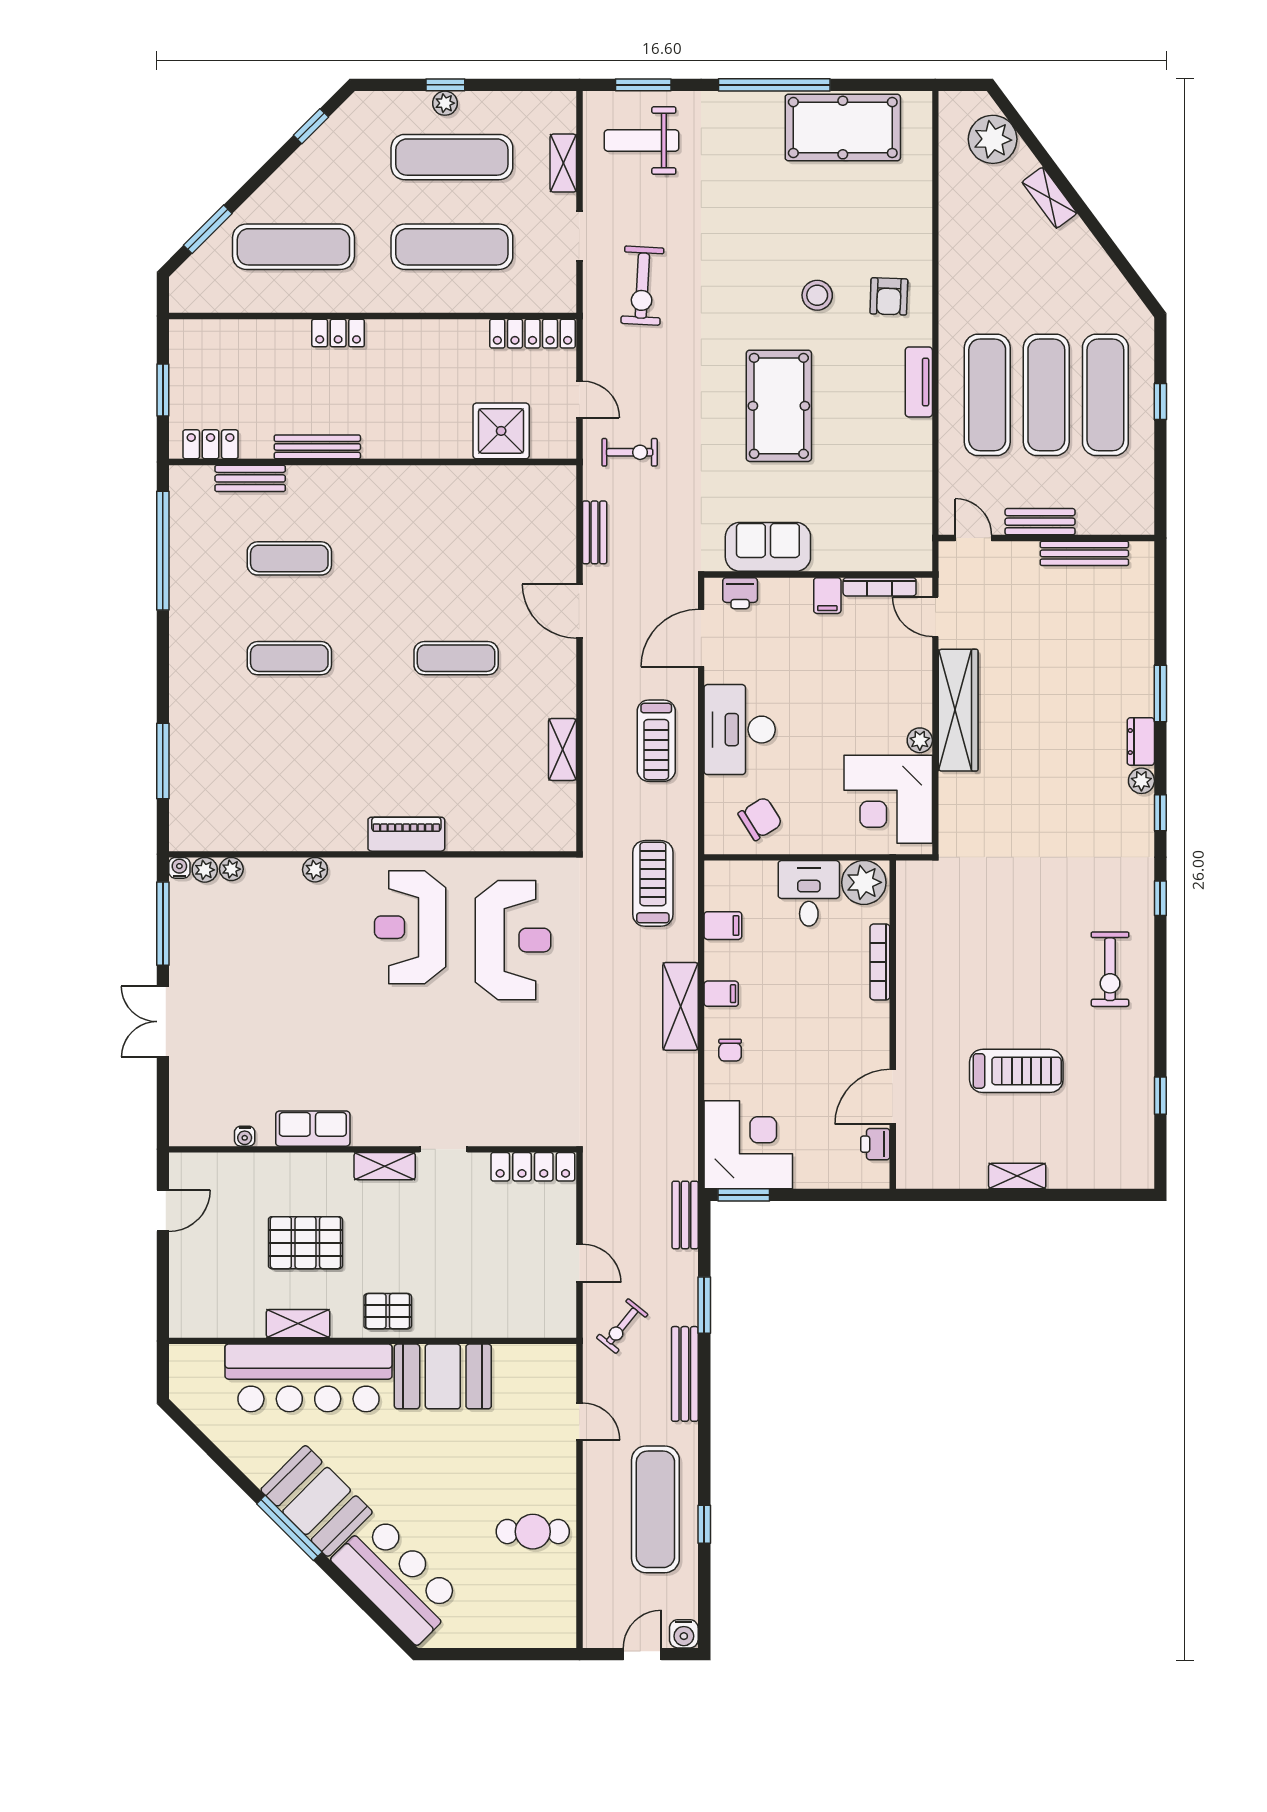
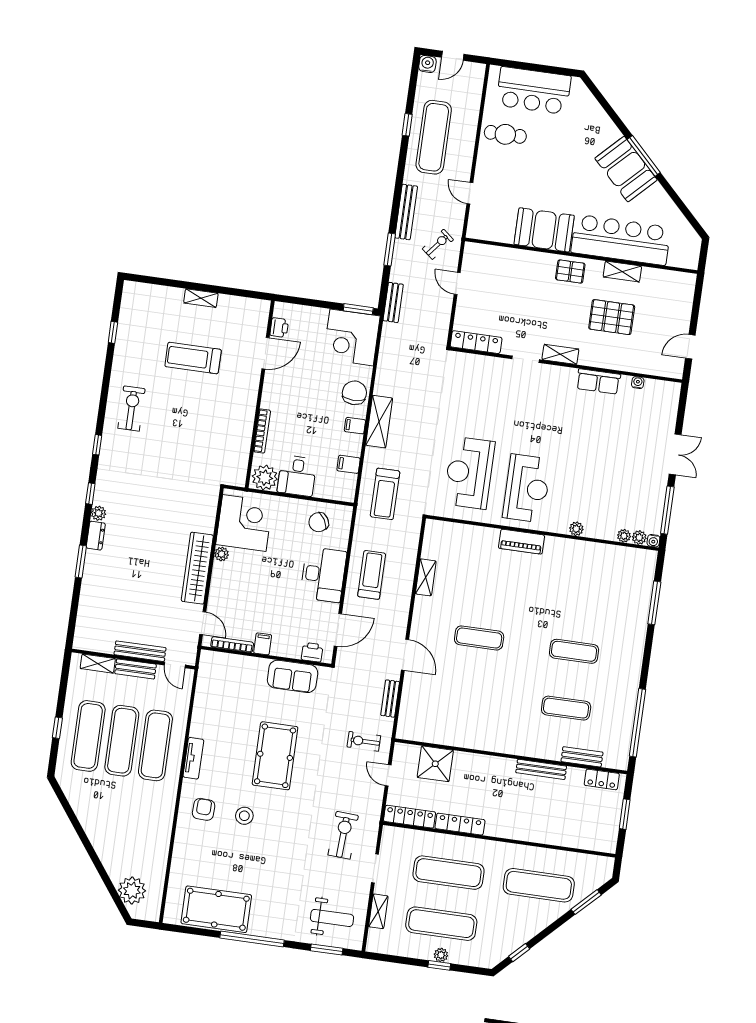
shelving: (1049, 198) -> (98, 664), moved, turned -53
locker: (338, 333) -> (460, 824), moved, width x1.53
bench: (1084, 553) -> (140, 651), moved
chair: (730, 1050) -> (354, 393), width x1.87, depth x1.87
bar counter: (397, 1579) -> (534, 91), moved, turned -45

